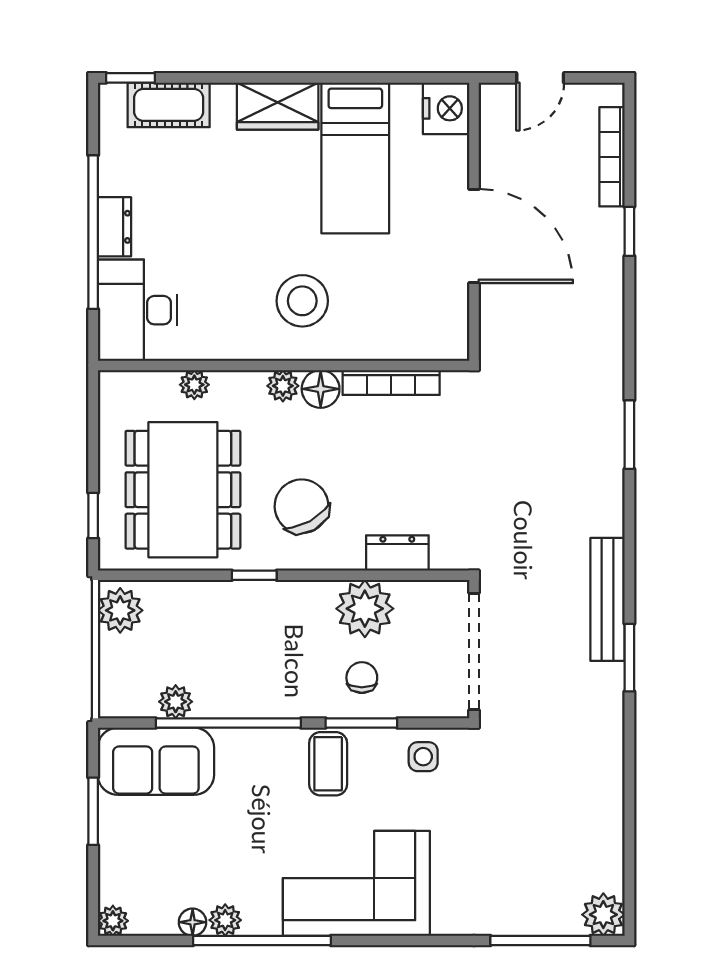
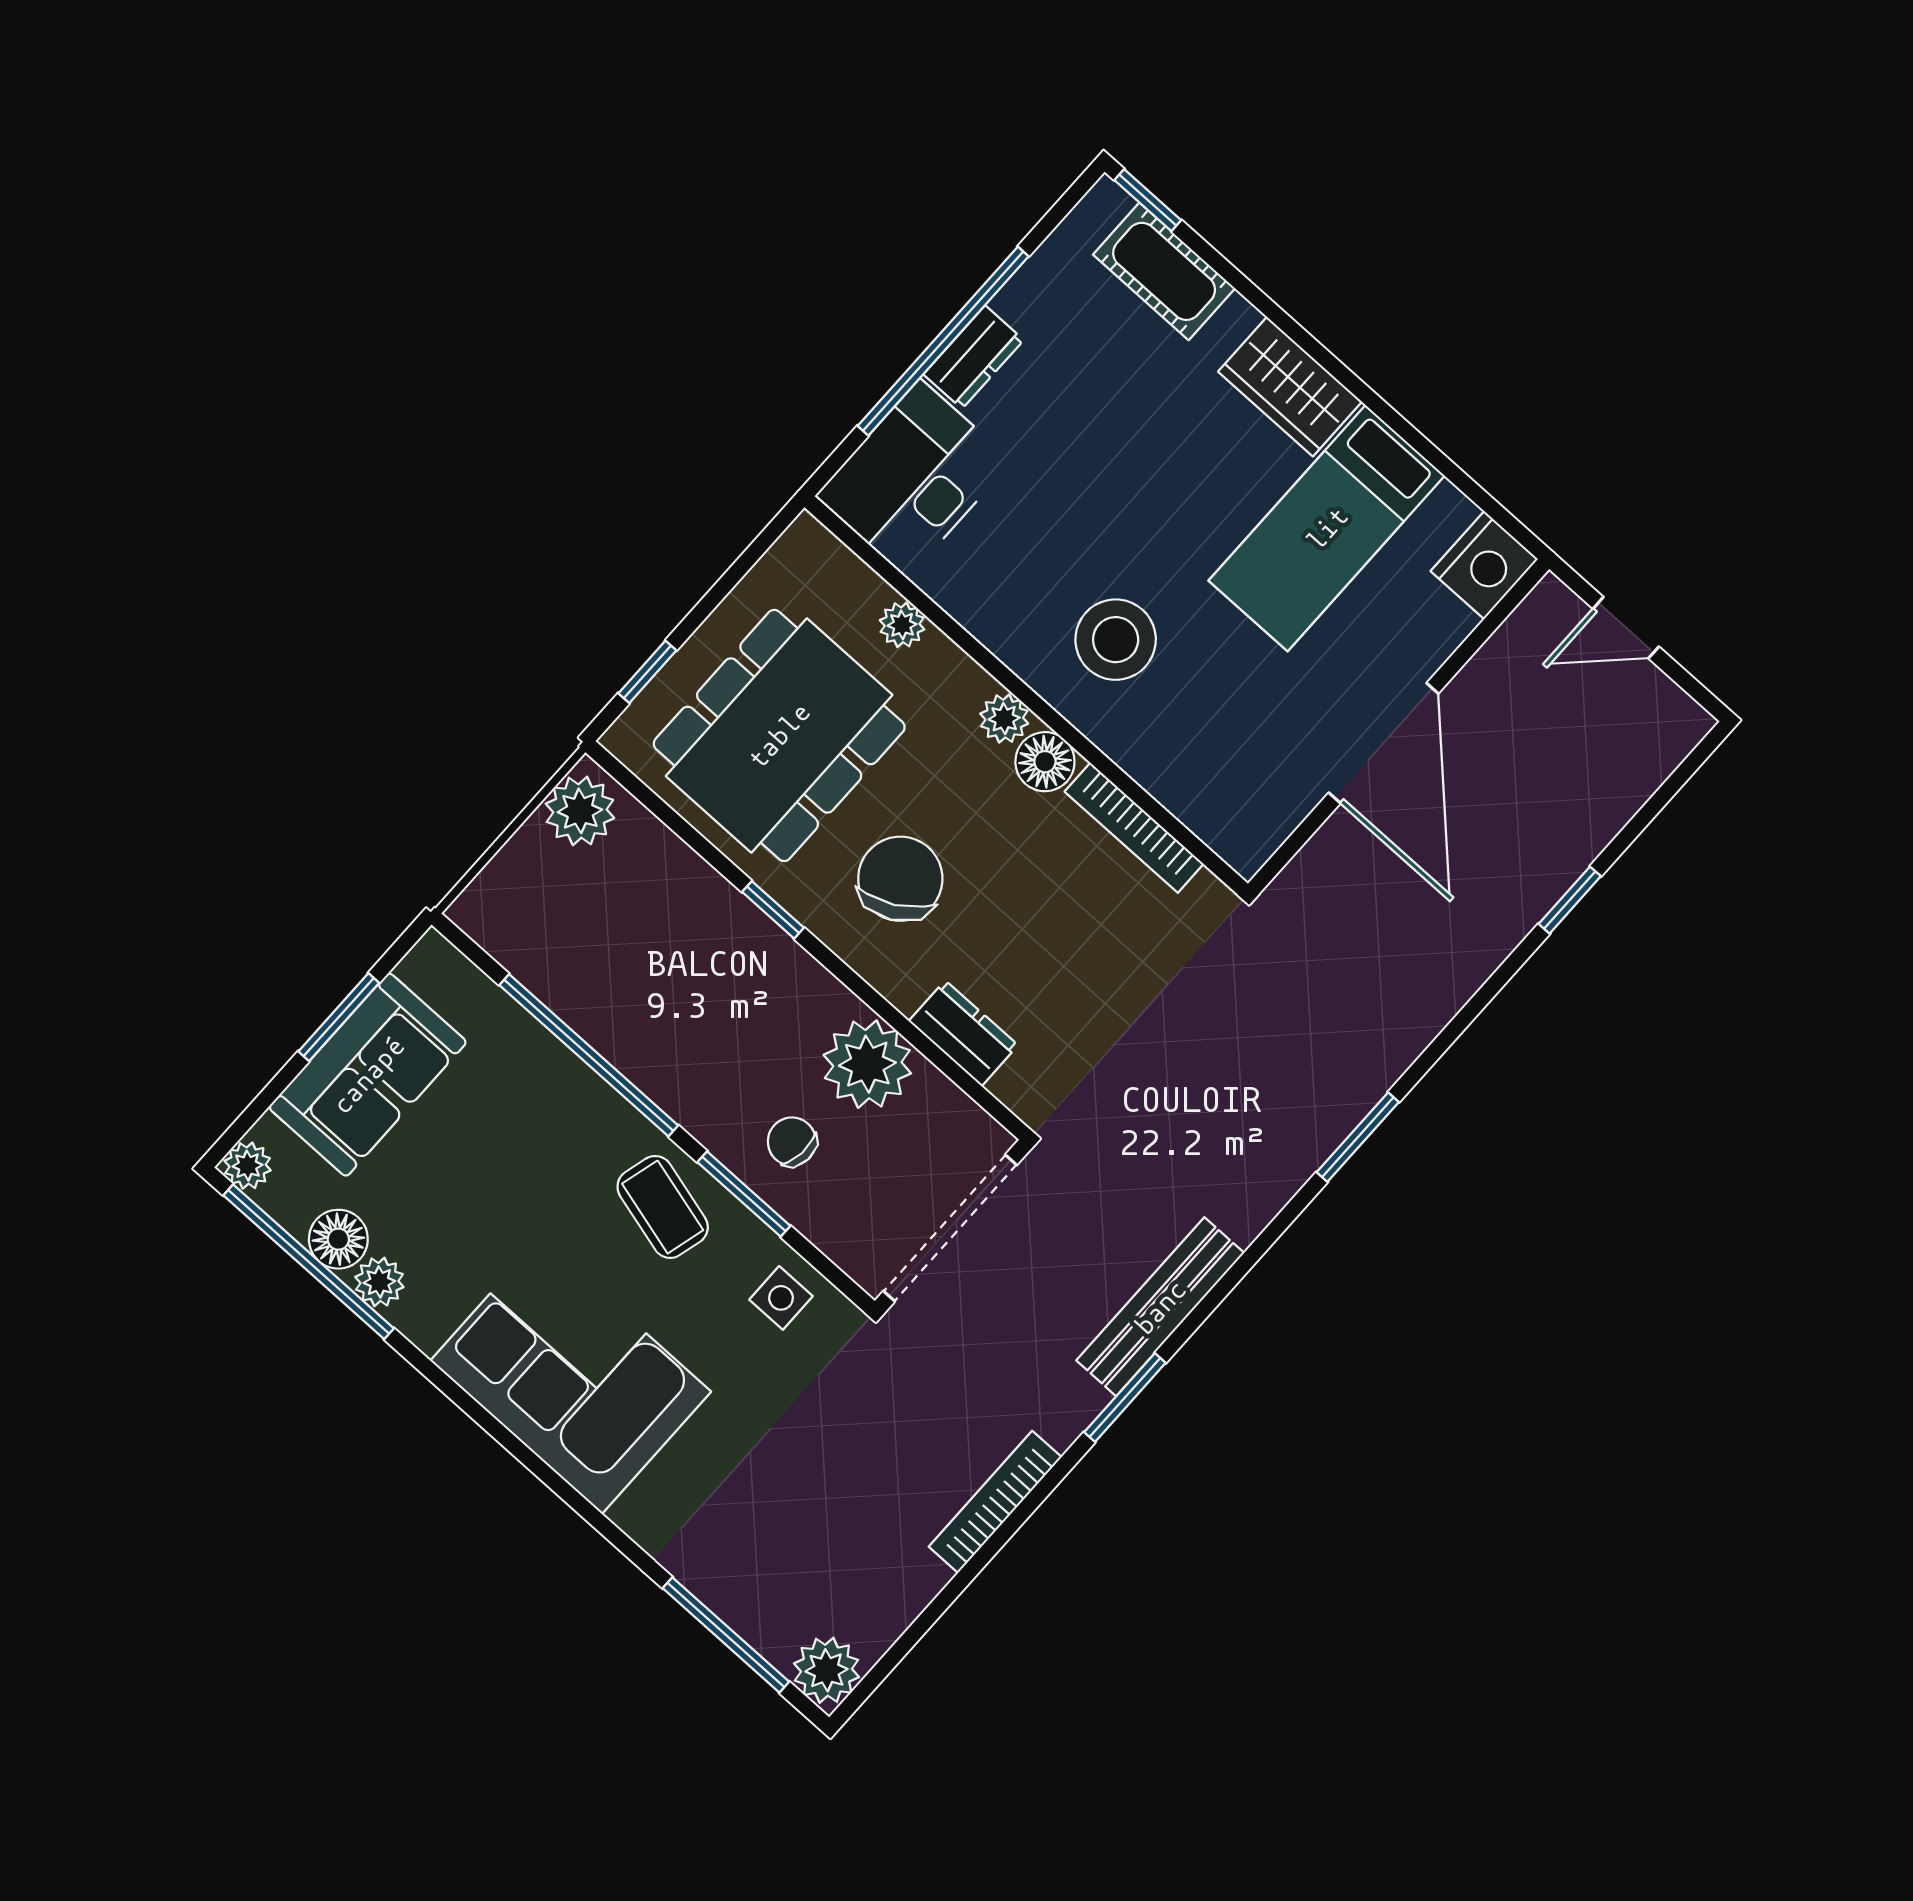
bookcase: (612, 157) -> (995, 1502), moved
chair: (362, 678) -> (792, 1142), turned -85
plant: (176, 702) -> (549, 975), removed
sofa: (156, 761) -> (368, 1075), moved, turned -90
coffee table: (328, 764) -> (663, 1207), turned -75
floor lamp: (193, 922) -> (338, 1239), width x1.37, depth x1.37
window: (262, 941) -> (309, 1262), moved

